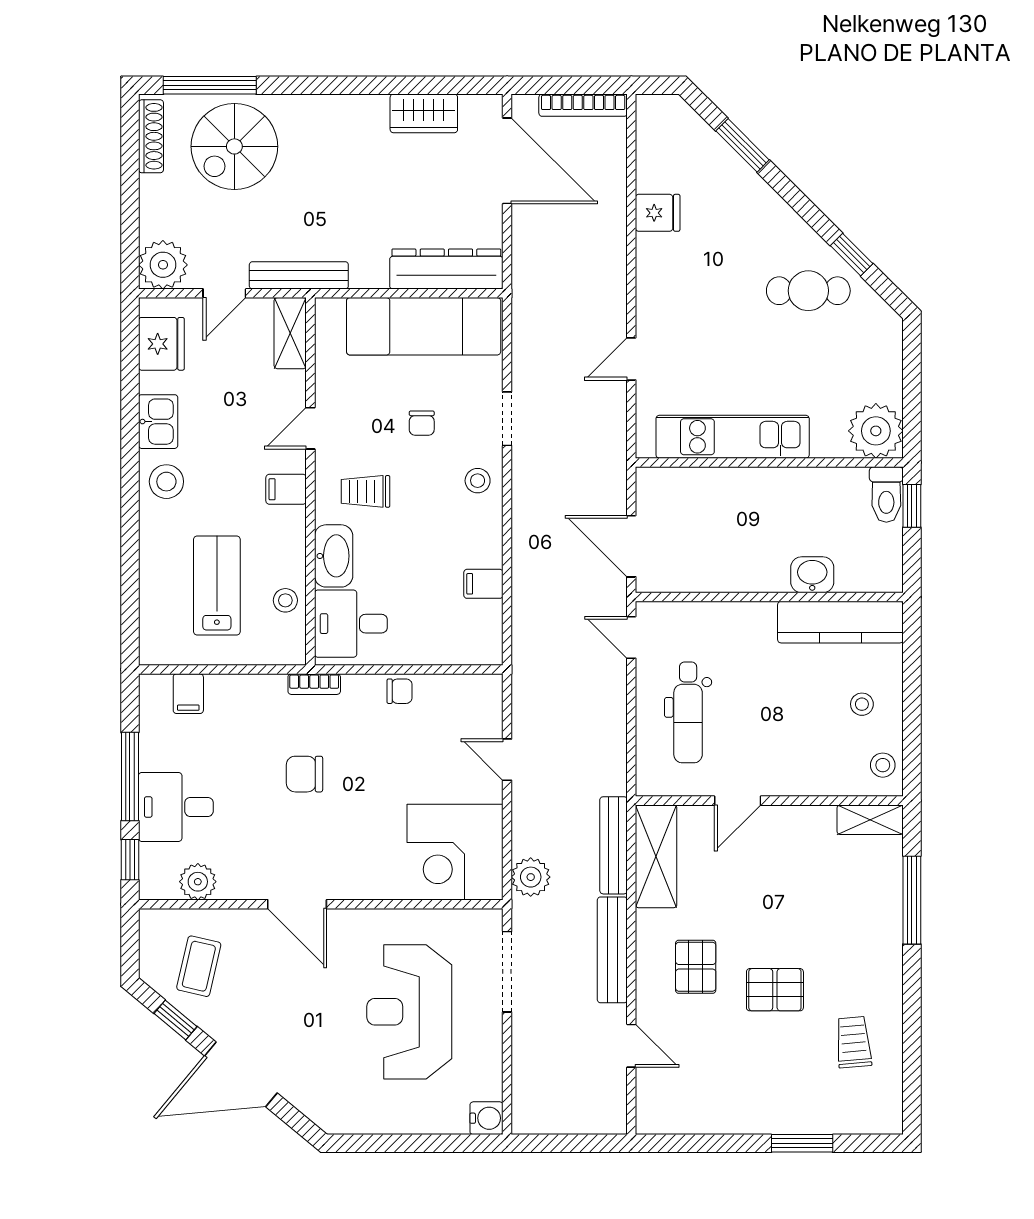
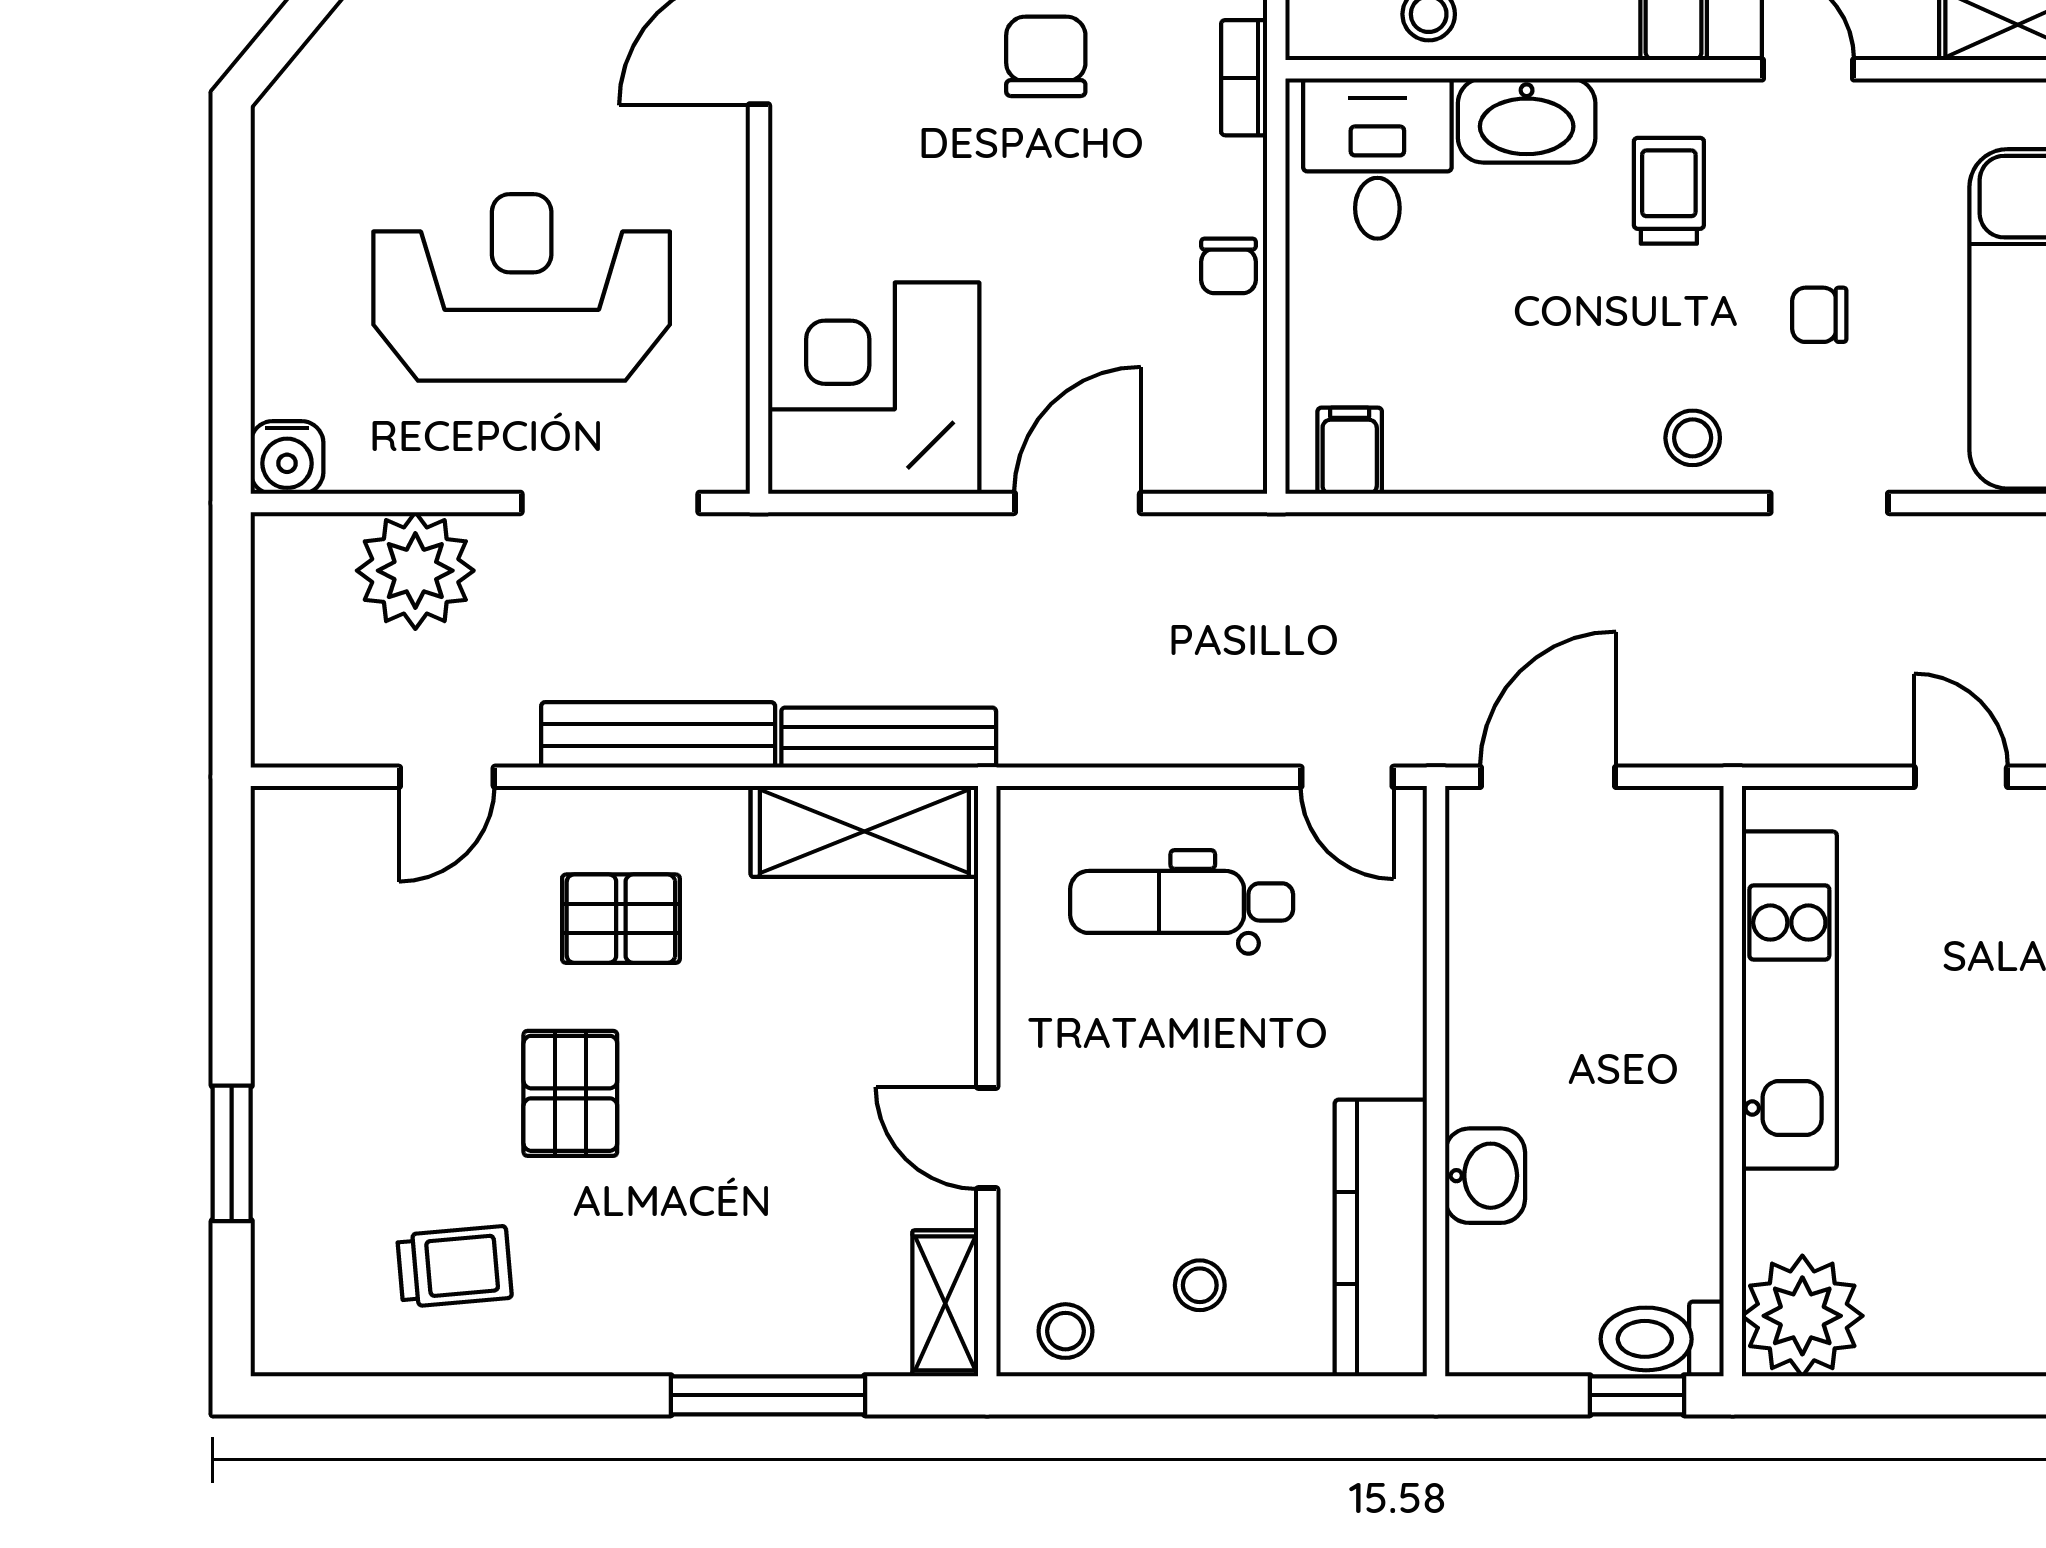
filing cabinet: (483, 584) -> (1350, 451), moved
door: (631, 637) -> (1347, 777), swing flipped
door: (507, 760) -> (1077, 503), width x1.38
door: (738, 801) -> (987, 1138), moved
plant: (531, 877) -> (415, 571), moved, width x1.36, depth x1.36

